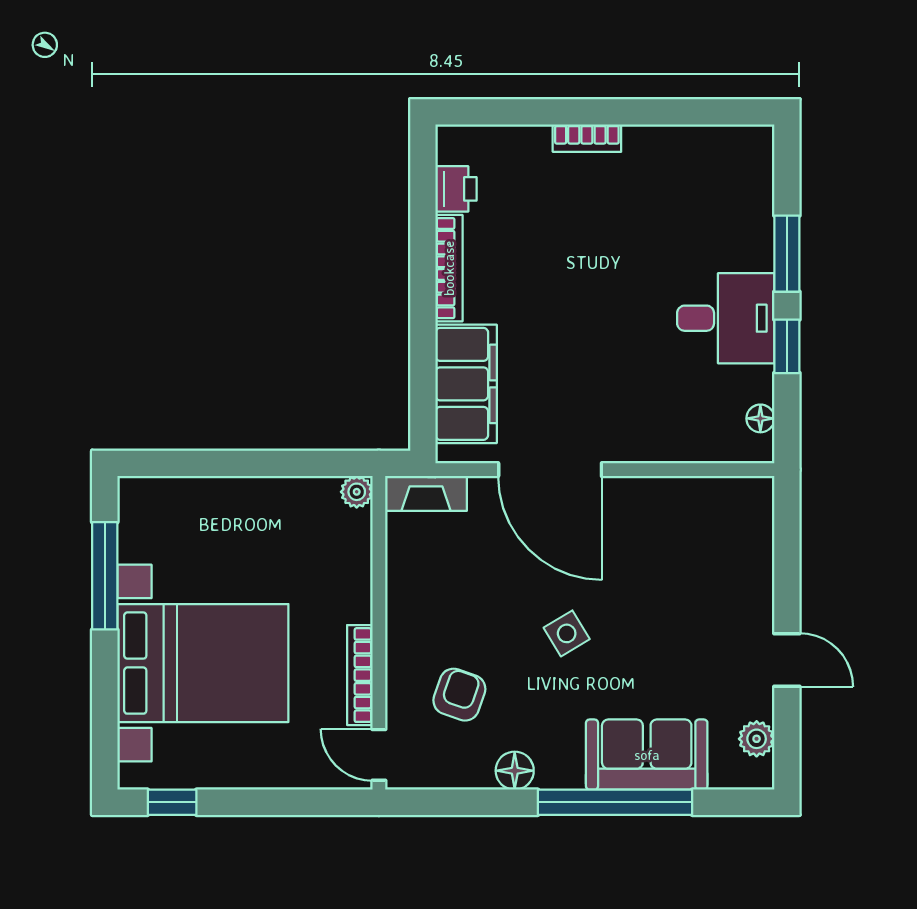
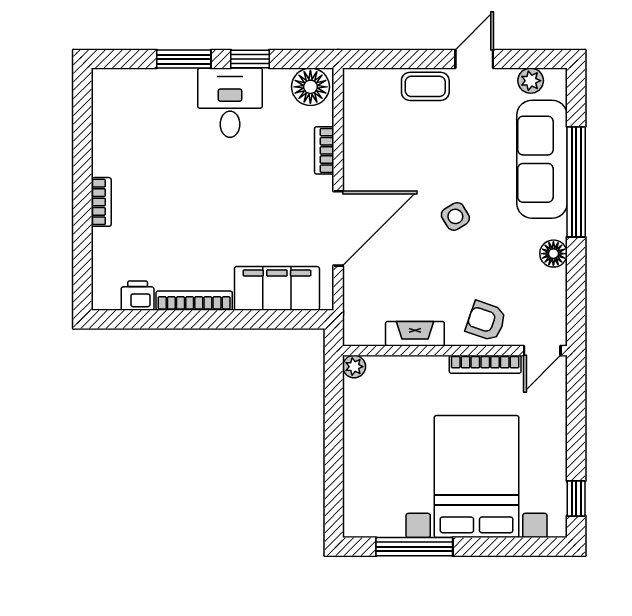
floor lamp: (760, 418) -> (310, 87), width x1.89, depth x1.89
bookcase: (659, 450) -> (324, 150), added
fireplace: (426, 493) -> (415, 334), moved, turned -90
coffee table: (749, 591) -> (425, 86), added
armchair: (459, 695) -> (486, 321), moved
sofa: (647, 755) -> (542, 159), width x1.36

